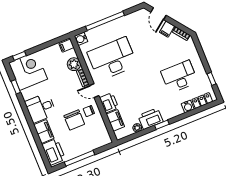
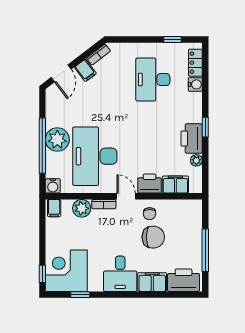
door: (158, 14) -> (61, 73), hinge flipped
plant: (113, 29) -> (57, 139), added
door: (94, 91) -> (126, 196), swing flipped

